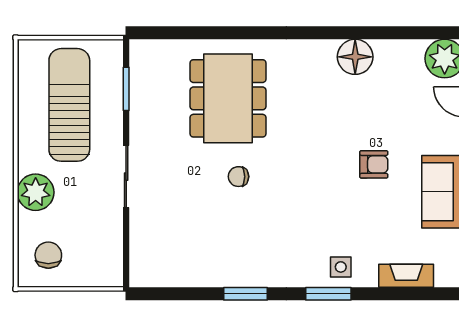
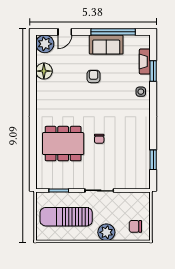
floor lamp: (355, 57) -> (44, 71), moved
window: (246, 294) -> (153, 160), moved
window: (328, 294) -> (153, 71), moved

